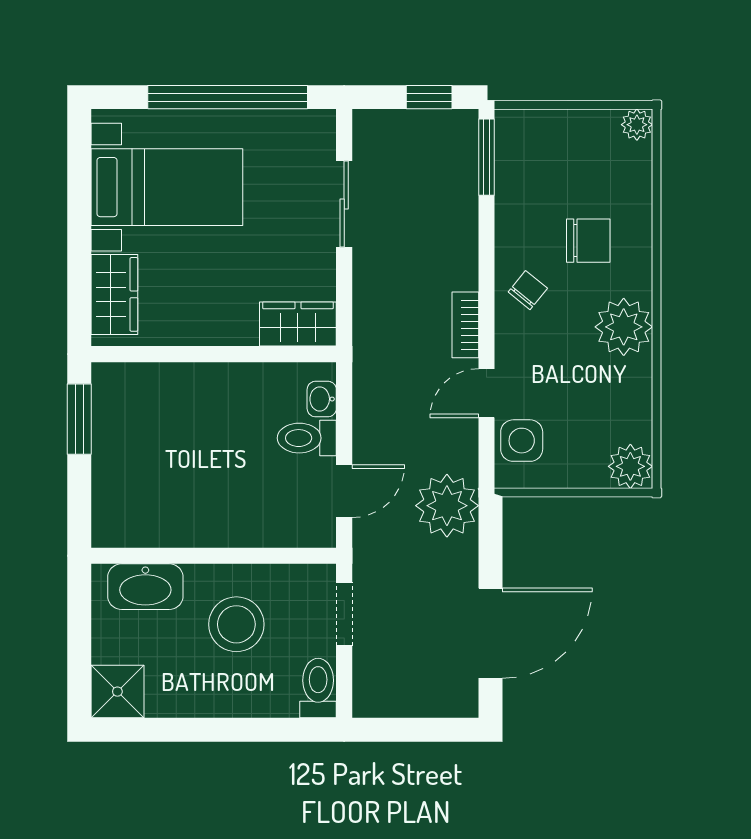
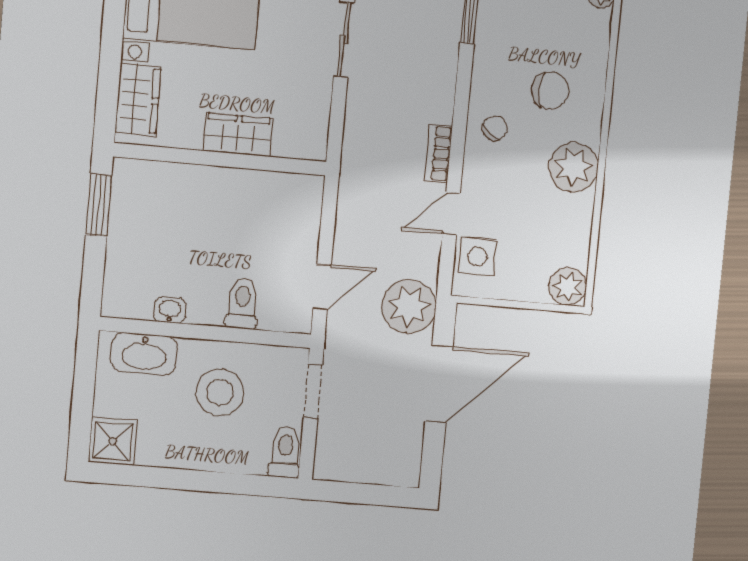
wardrobe: (298, 324) -> (238, 135), moved
washbasin: (322, 399) -> (170, 310), moved, turned 90
toilet: (307, 438) -> (242, 303), moved, turned 90
door: (490, 633) -> (439, 384), moved

